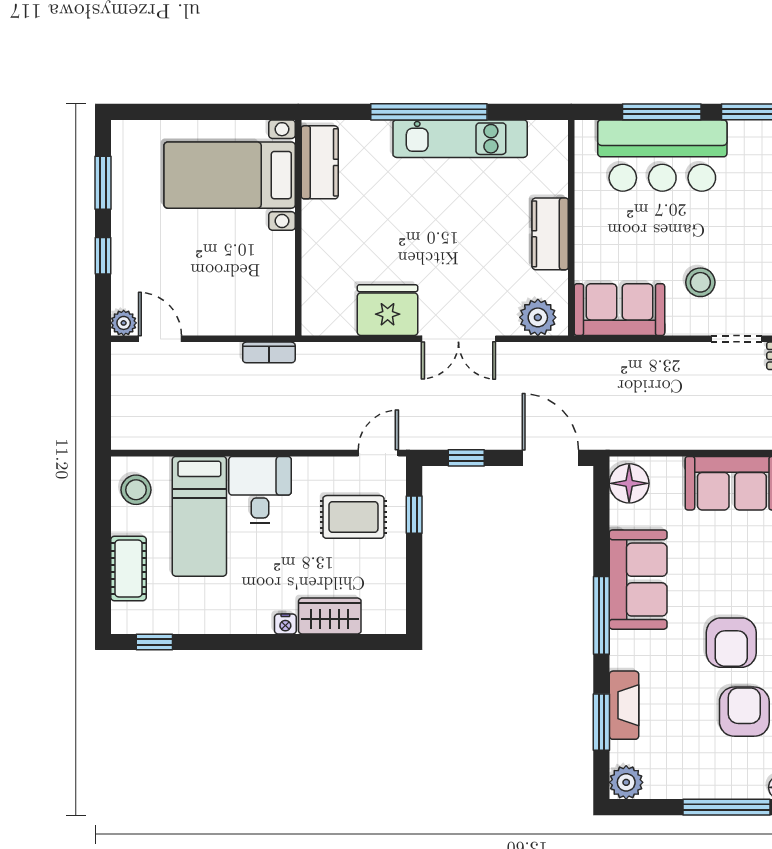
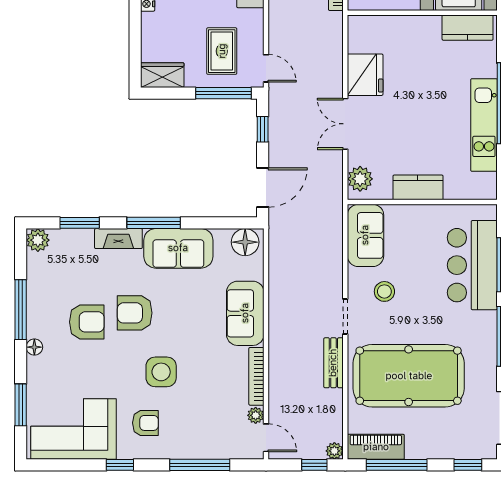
window: (414, 515) -> (223, 93), width x2.17
wardrobe: (330, 616) -> (162, 75), moved, turned -90
fireplace: (624, 705) -> (118, 239), moved

